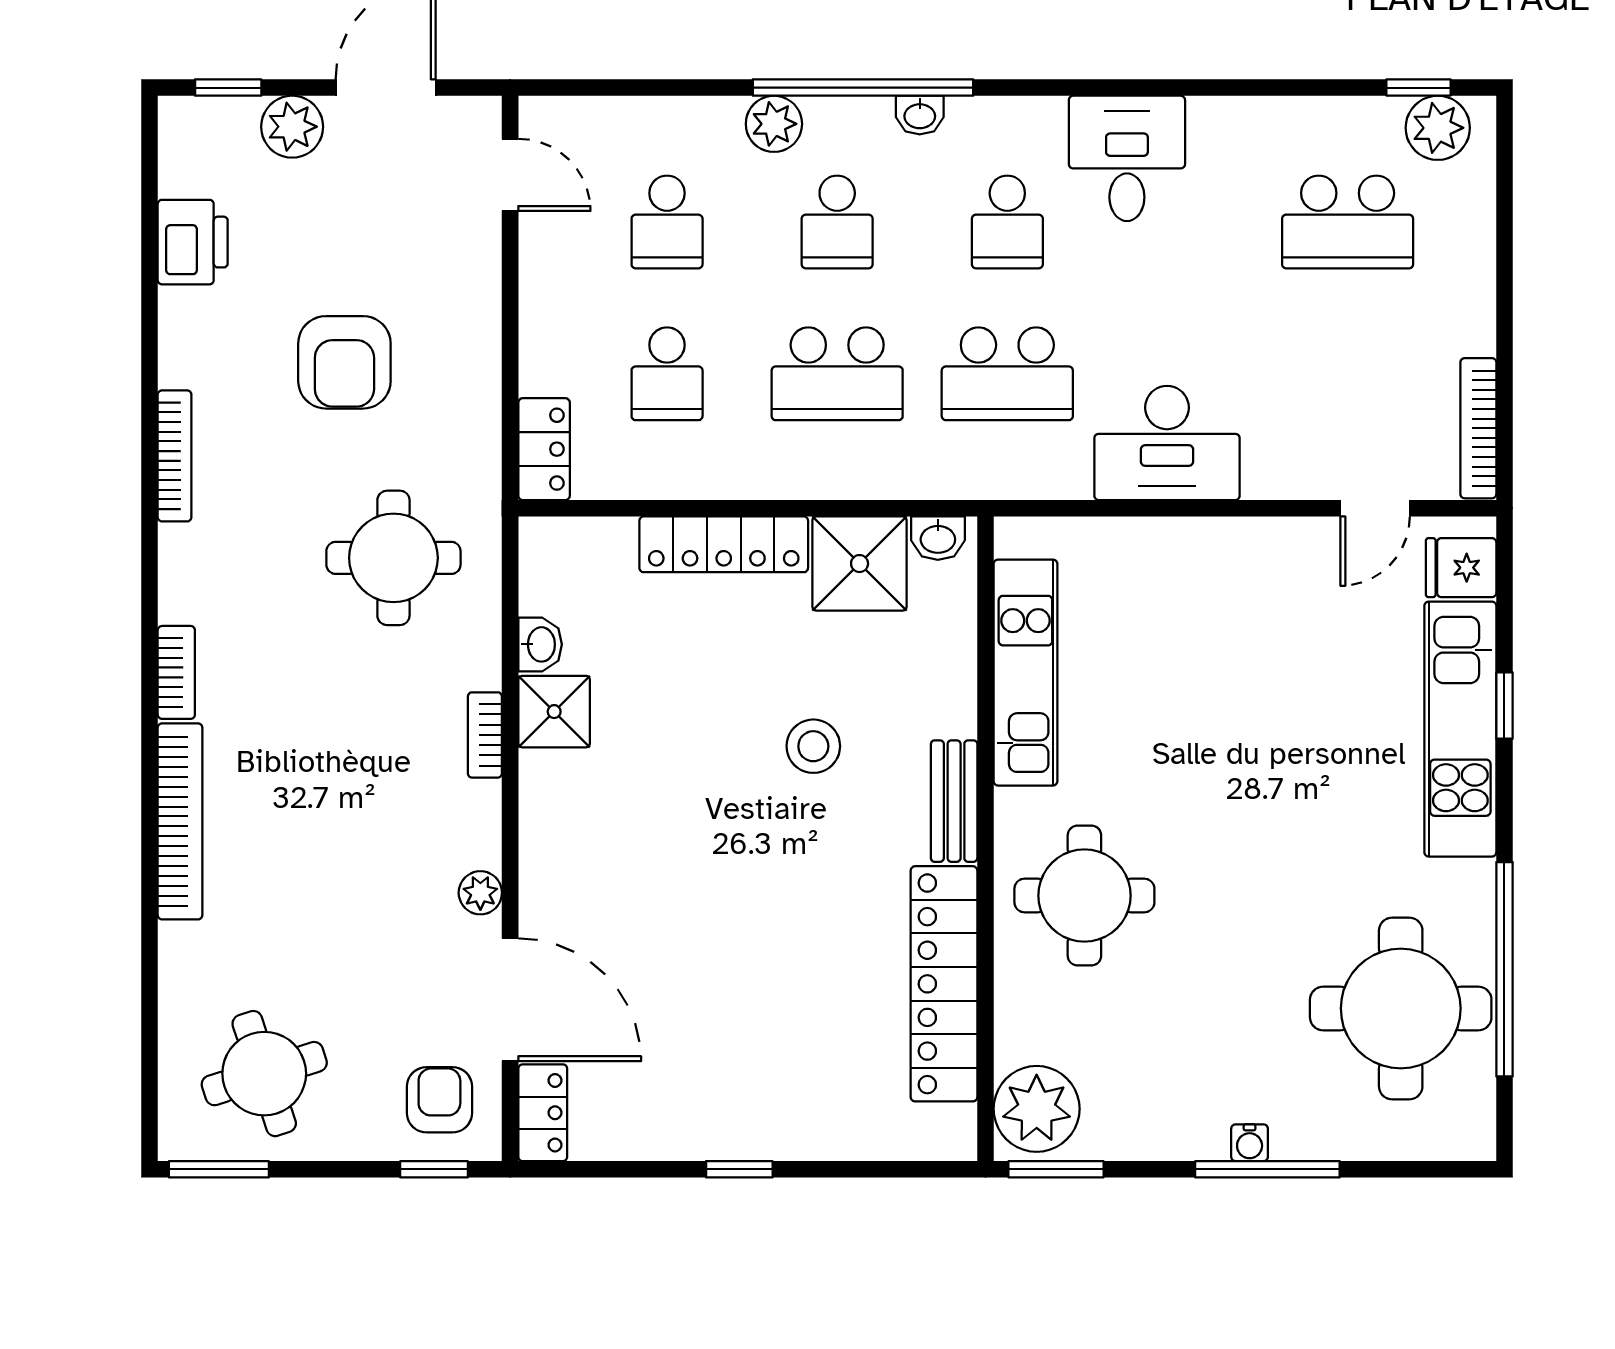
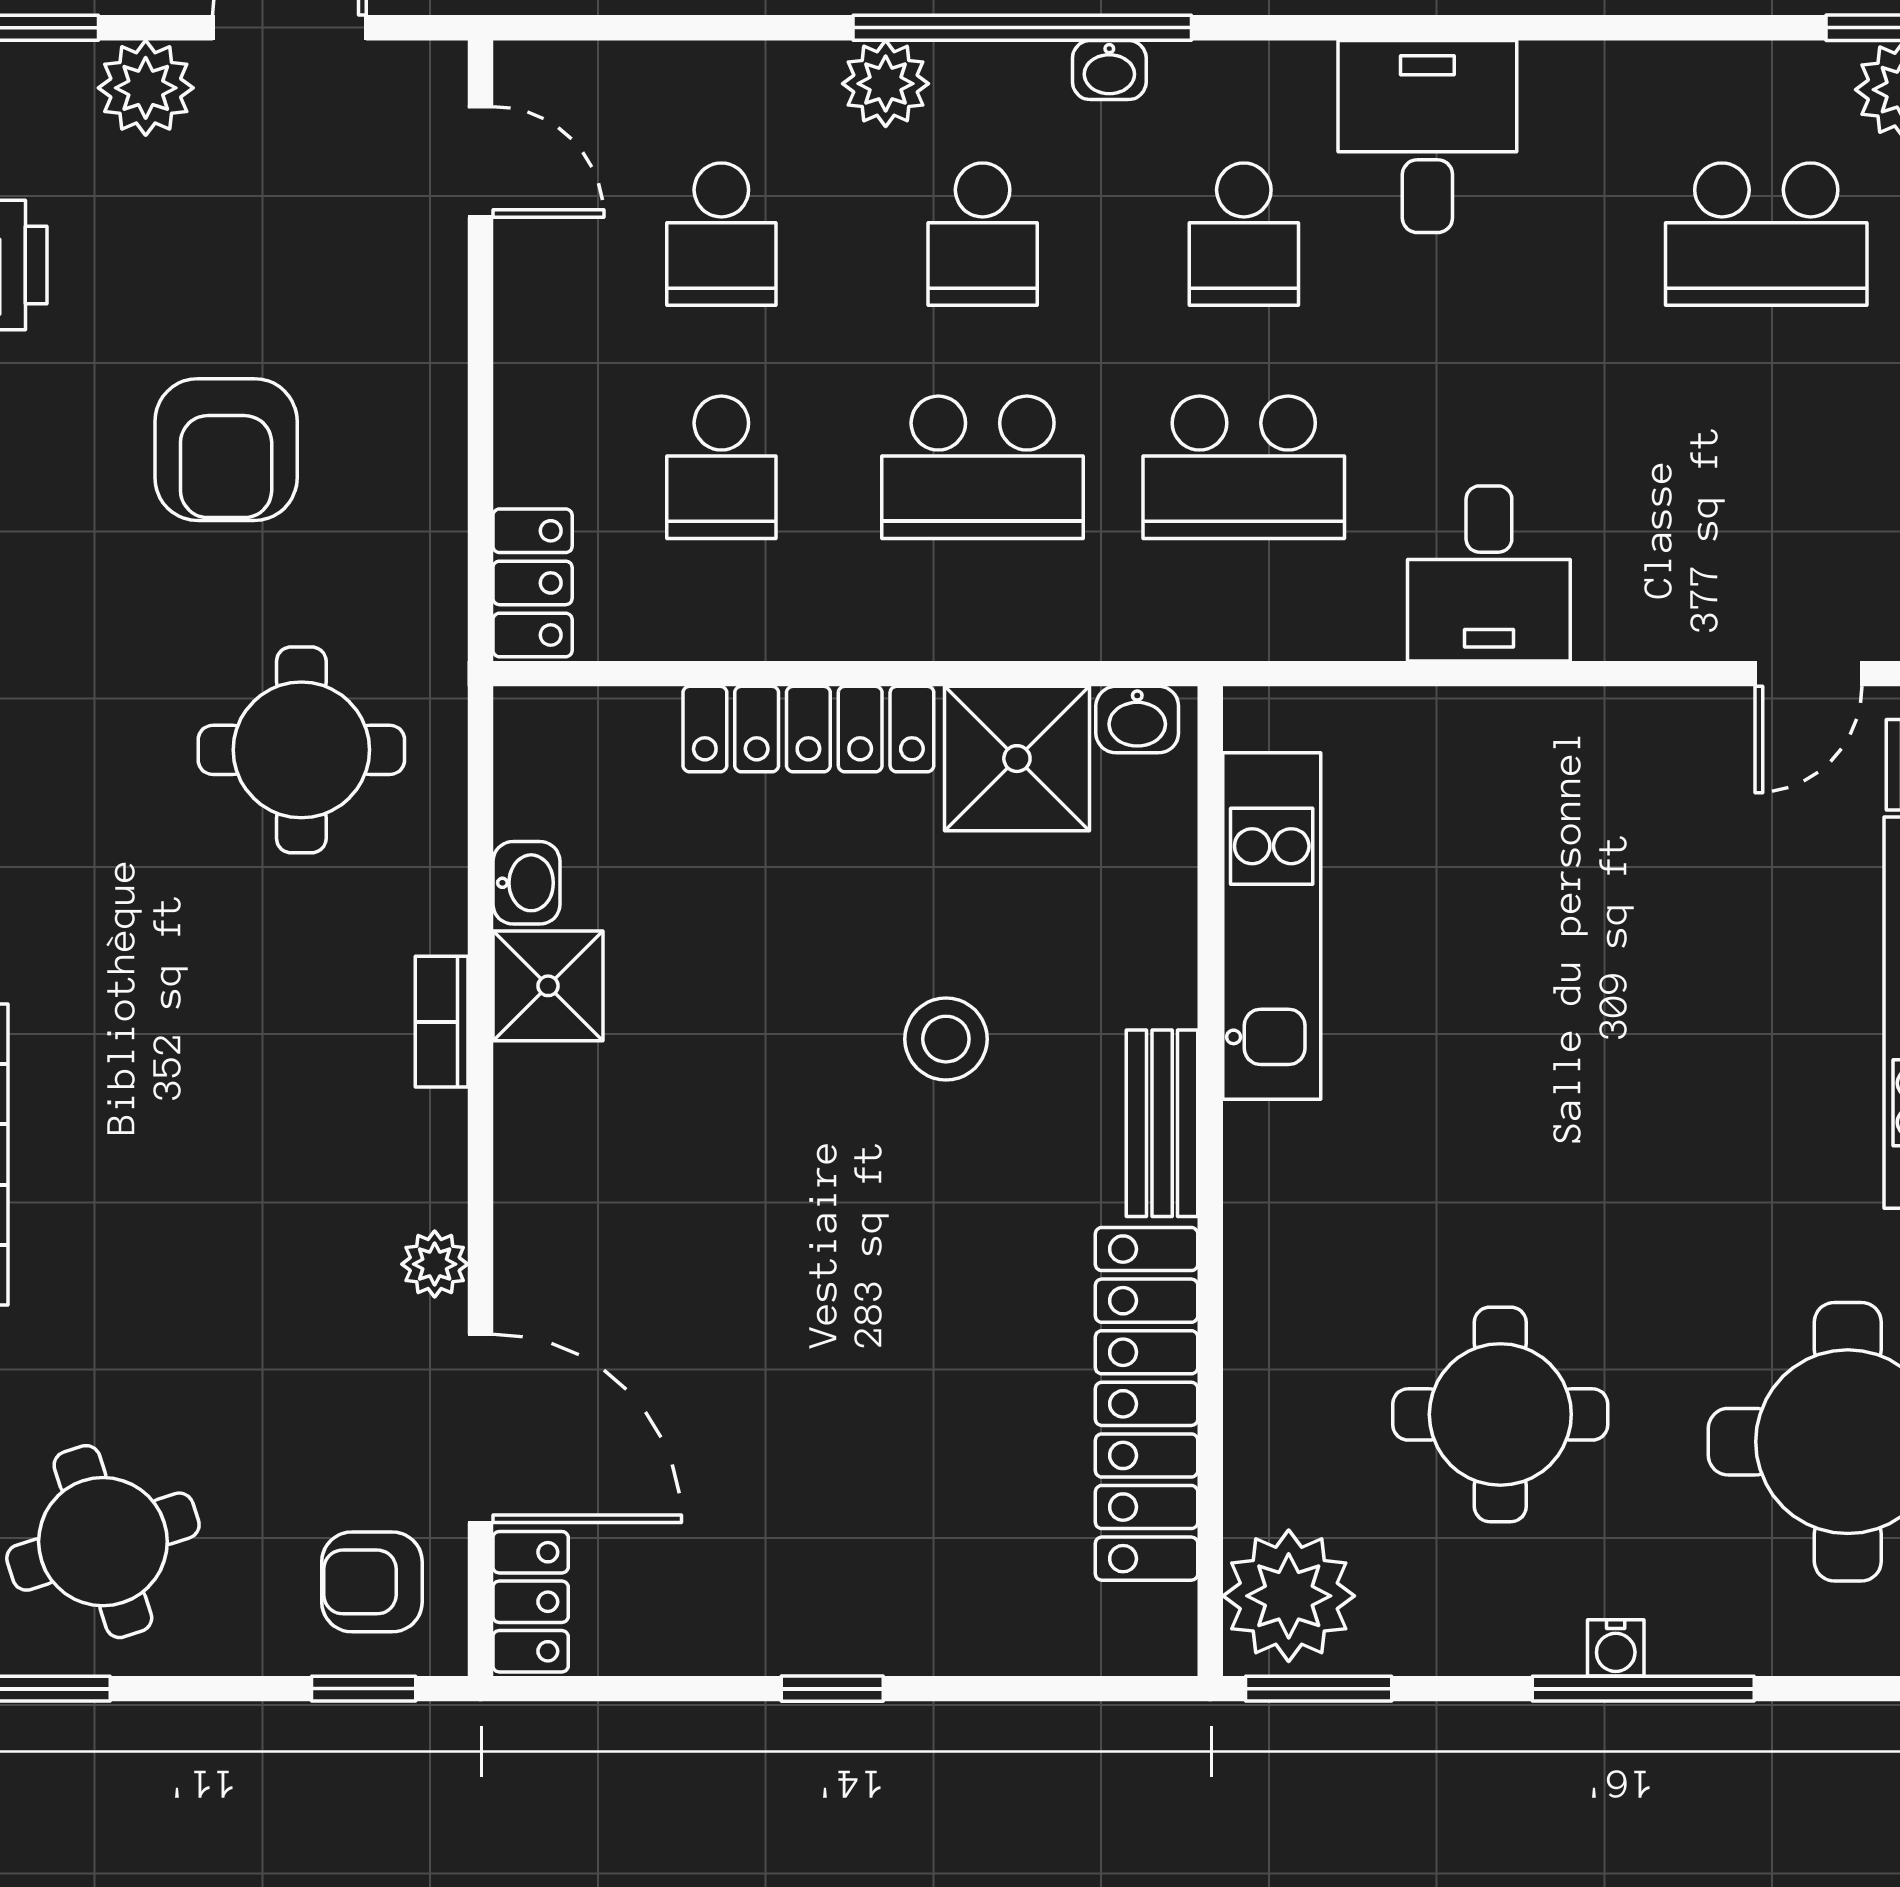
desk: (1167, 443) -> (1489, 573), width x0.73
round table: (1084, 896) -> (1500, 1414), moved
armchair: (439, 1100) -> (372, 1582), turned -90

